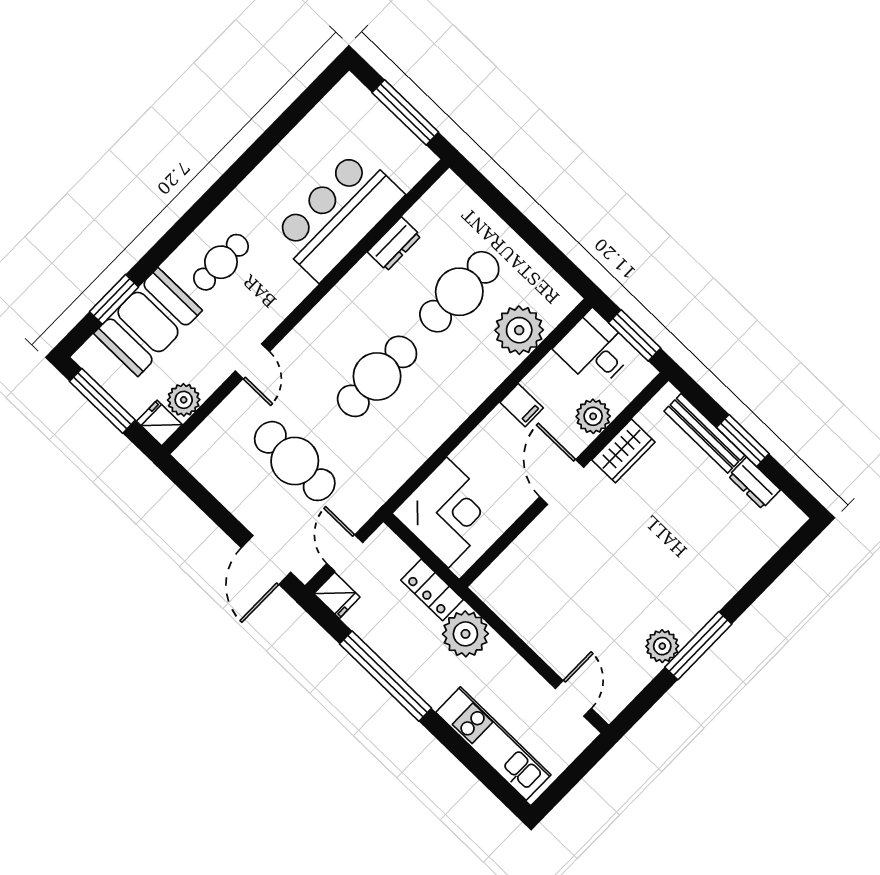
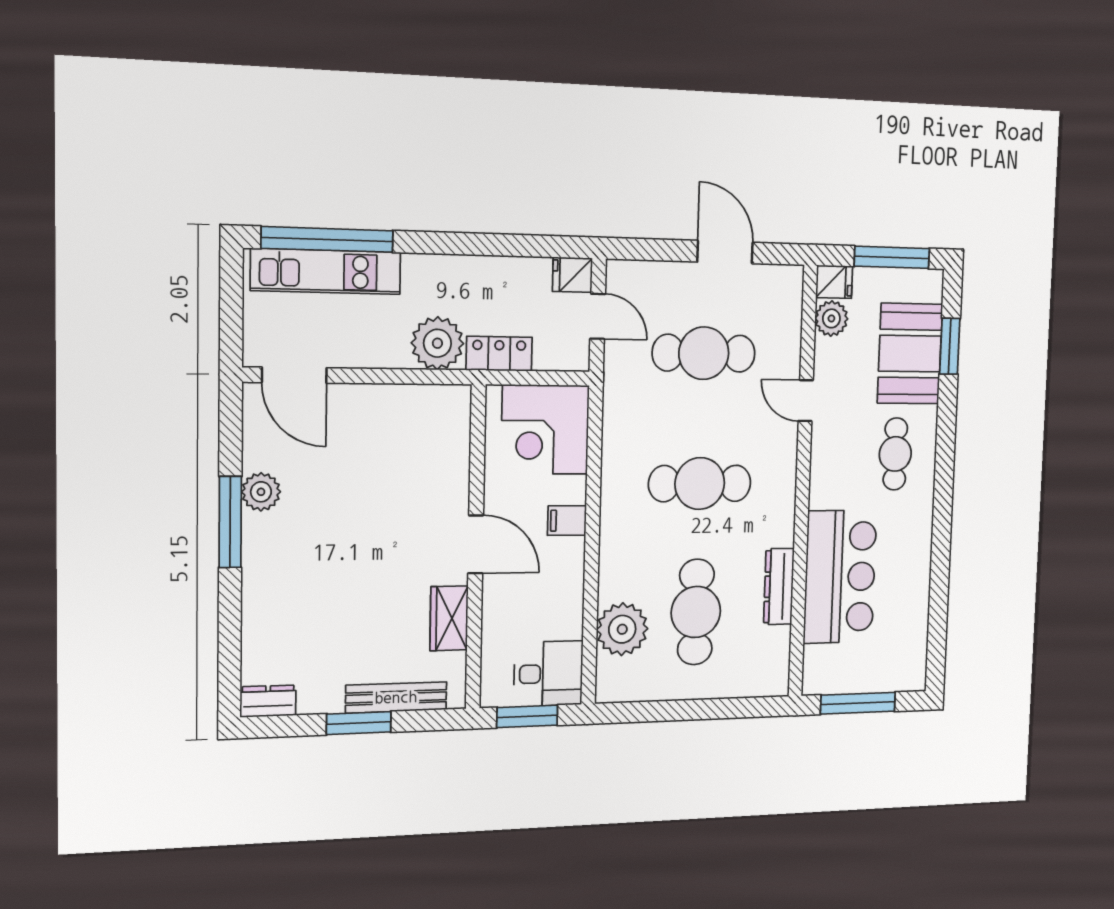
dresser: (394, 244) -> (779, 587), width x1.44
cafe table: (377, 376) -> (700, 483), turned 90
filing cabinet: (522, 405) -> (567, 521), moved
plant: (593, 416) -> (500, 621), removed
dresser: (754, 483) -> (268, 701), moved
door: (266, 560) -> (725, 252), moved
window: (385, 676) -> (327, 239), moved
door: (573, 698) -> (294, 375), width x1.38

